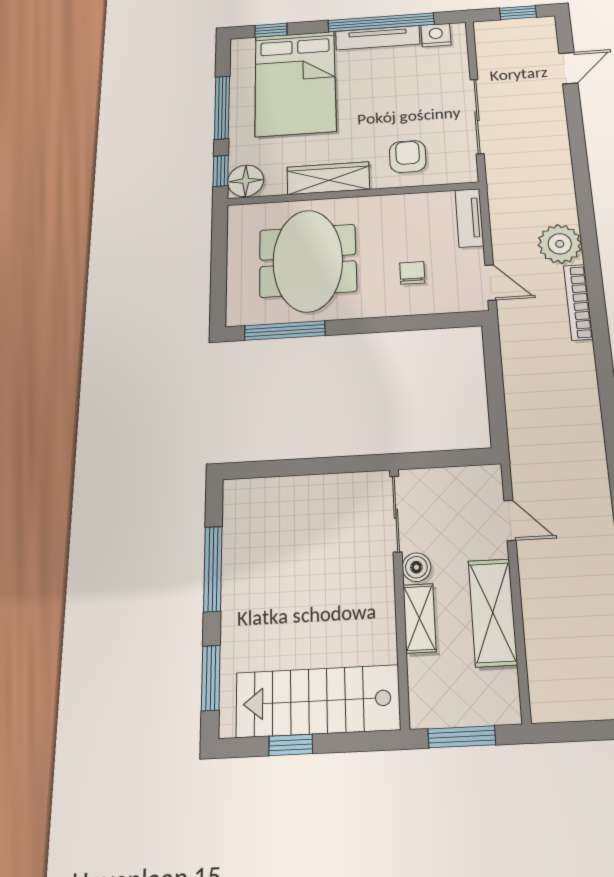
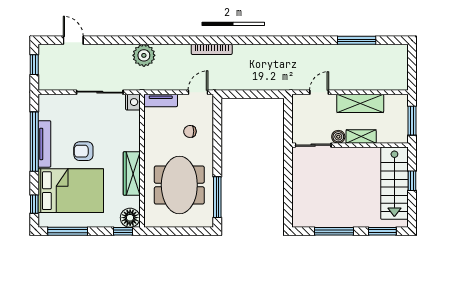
nightstand: (436, 35) -> (133, 102), moved, turned 180
window: (222, 107) -> (68, 231), moved
armchair: (408, 157) -> (83, 151), moved
plant: (560, 244) -> (144, 55), moved
meeting table: (308, 261) -> (179, 185), turned 90
window: (291, 745) -> (412, 181), moved

